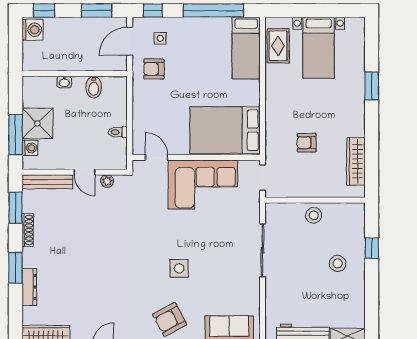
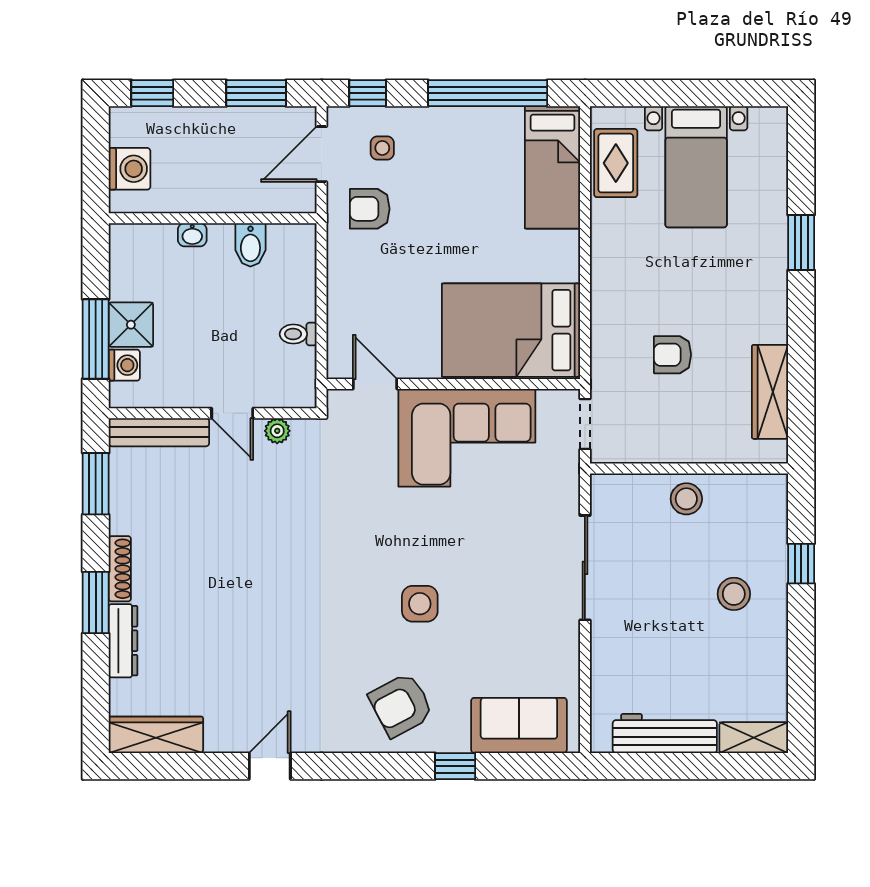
washing machine: (33, 30) -> (129, 169), moved
shower: (37, 123) -> (131, 325), width x0.73, depth x0.73
shoe rack: (28, 230) -> (120, 569), moved

